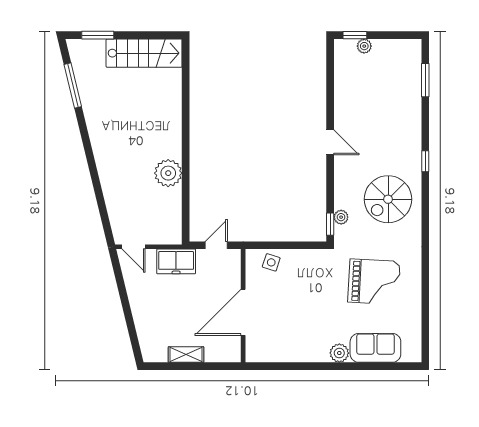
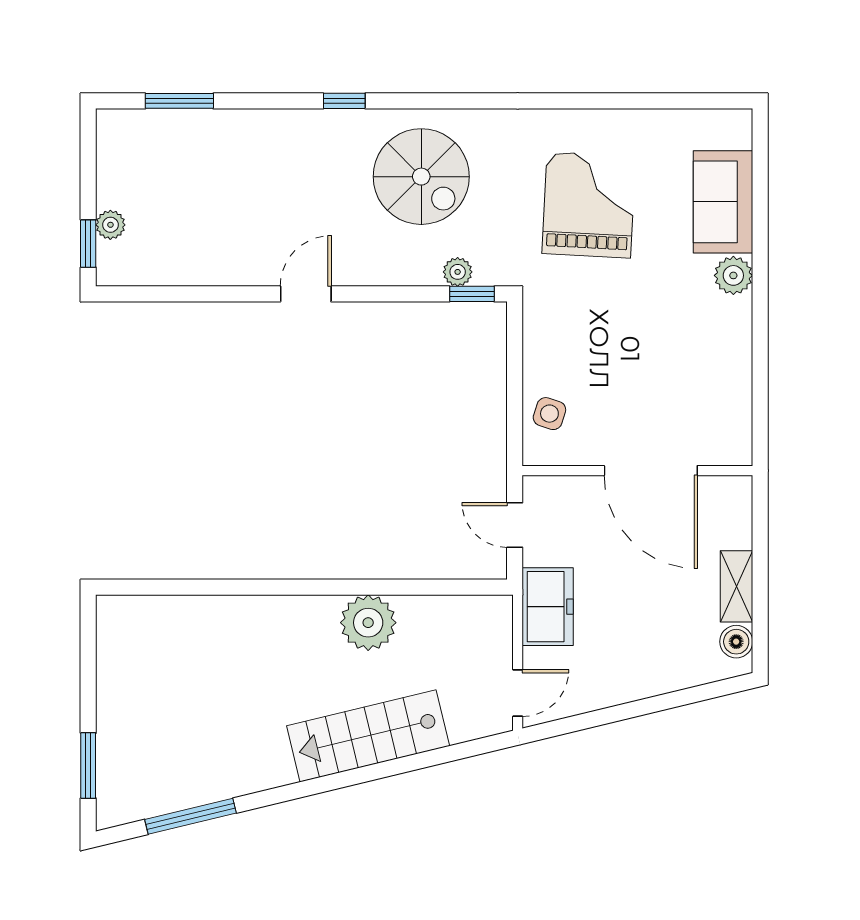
stairs: (144, 53) -> (368, 736), moved, turned -104
boiler: (159, 354) -> (736, 642), added

